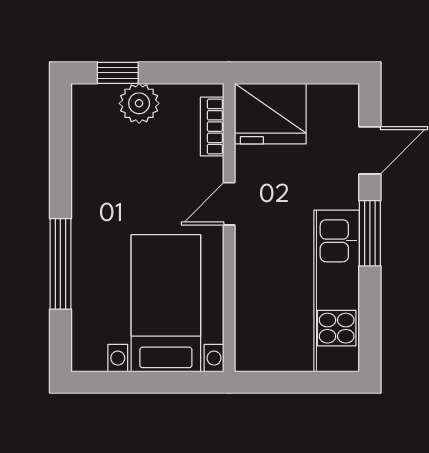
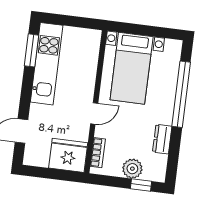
dresser: (87, 170) -> (162, 139), added
window: (370, 233) -> (32, 50), moved
window: (60, 264) -> (181, 94), width x1.46

